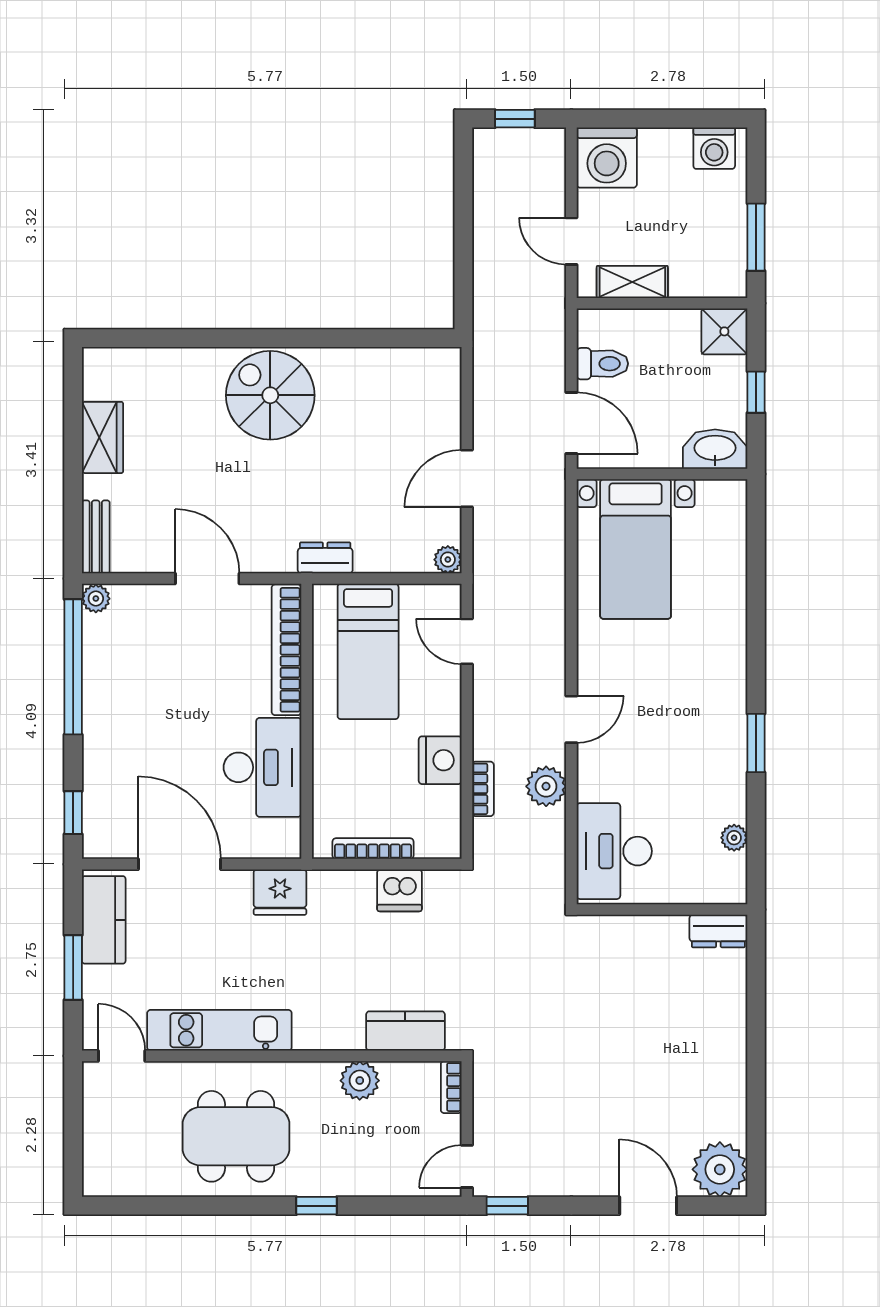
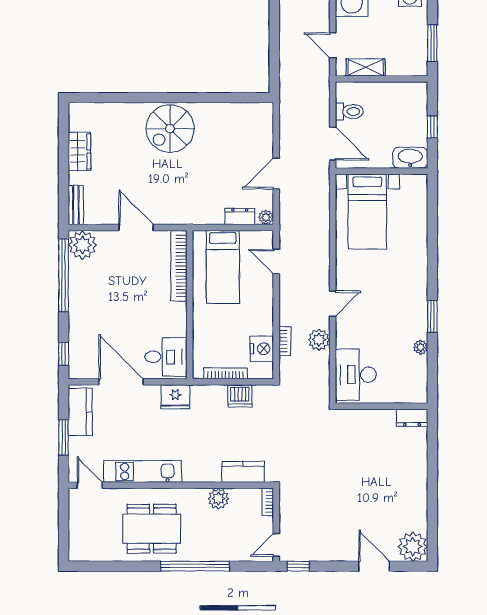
shower: (724, 331) -> (415, 94), removed
spiral stairs: (270, 395) -> (170, 129), turned -90
dresser: (325, 558) -> (240, 216), moved
plant: (96, 599) -> (82, 245), width x1.88, depth x1.88
nightstand: (440, 760) -> (262, 349), moved
desk: (262, 767) -> (166, 357), moved, width x0.73
plant: (734, 838) -> (421, 347), moved
window: (317, 1206) -> (195, 566), width x3.17

